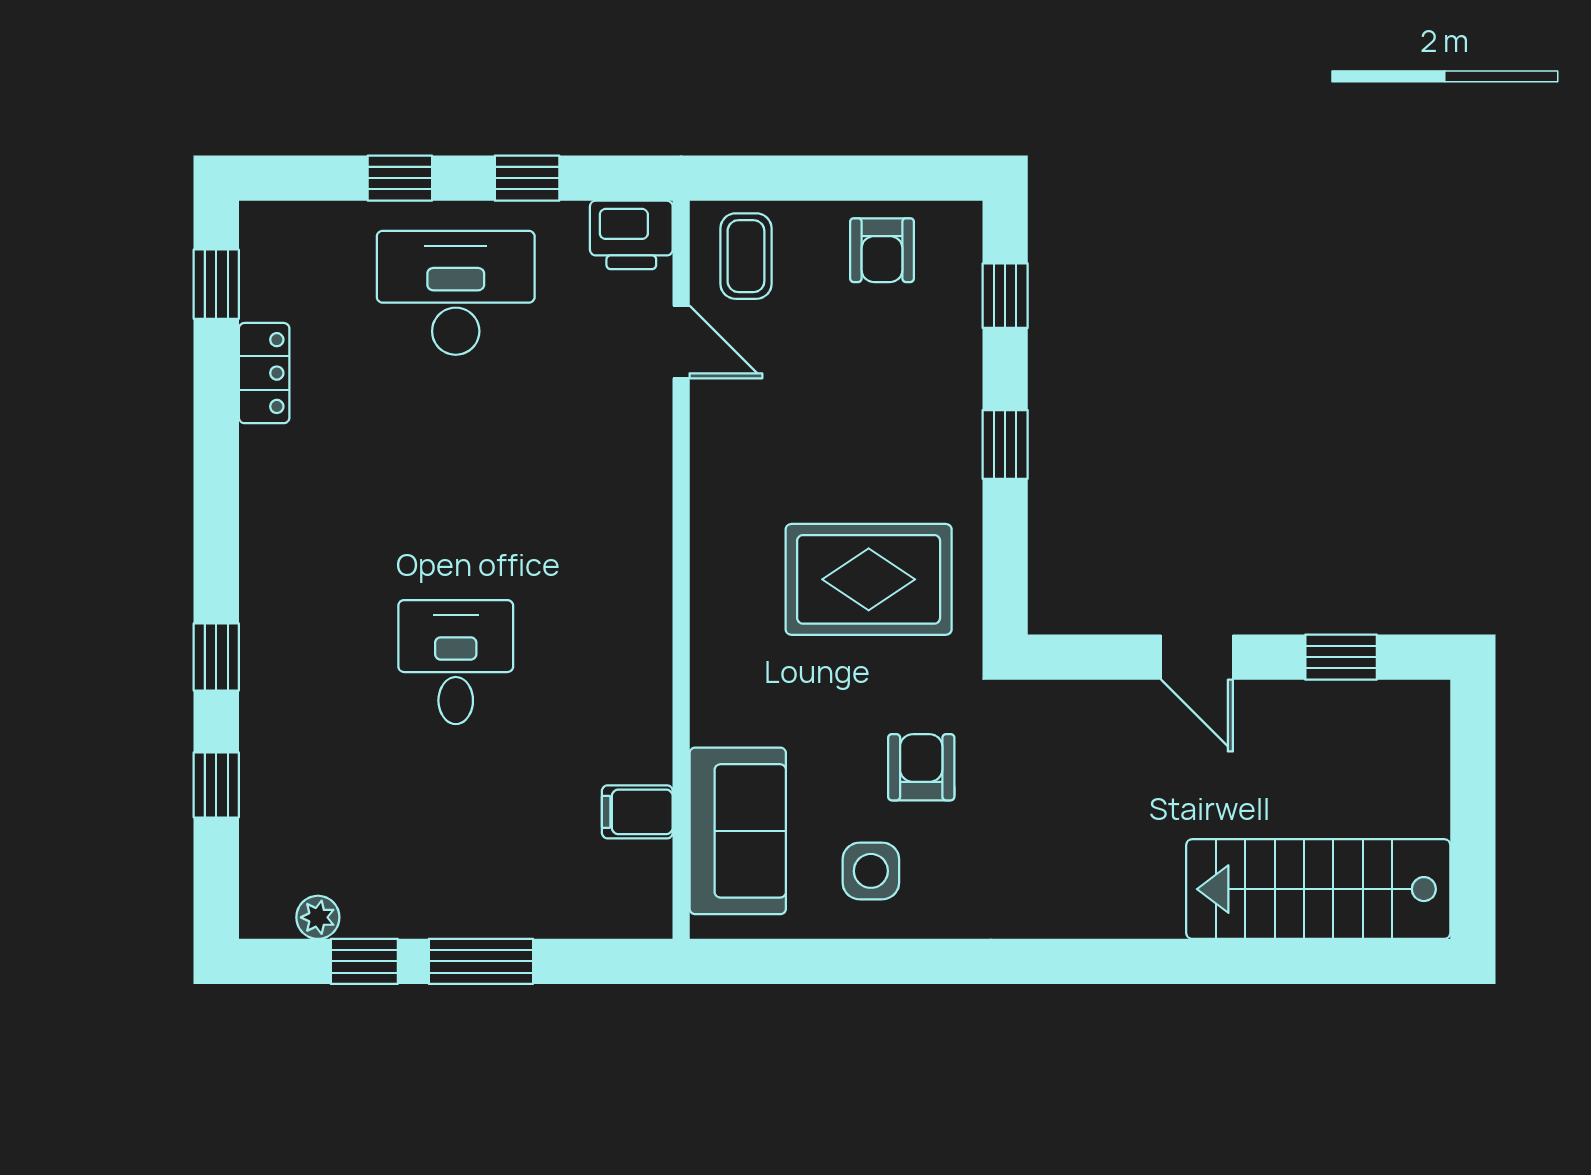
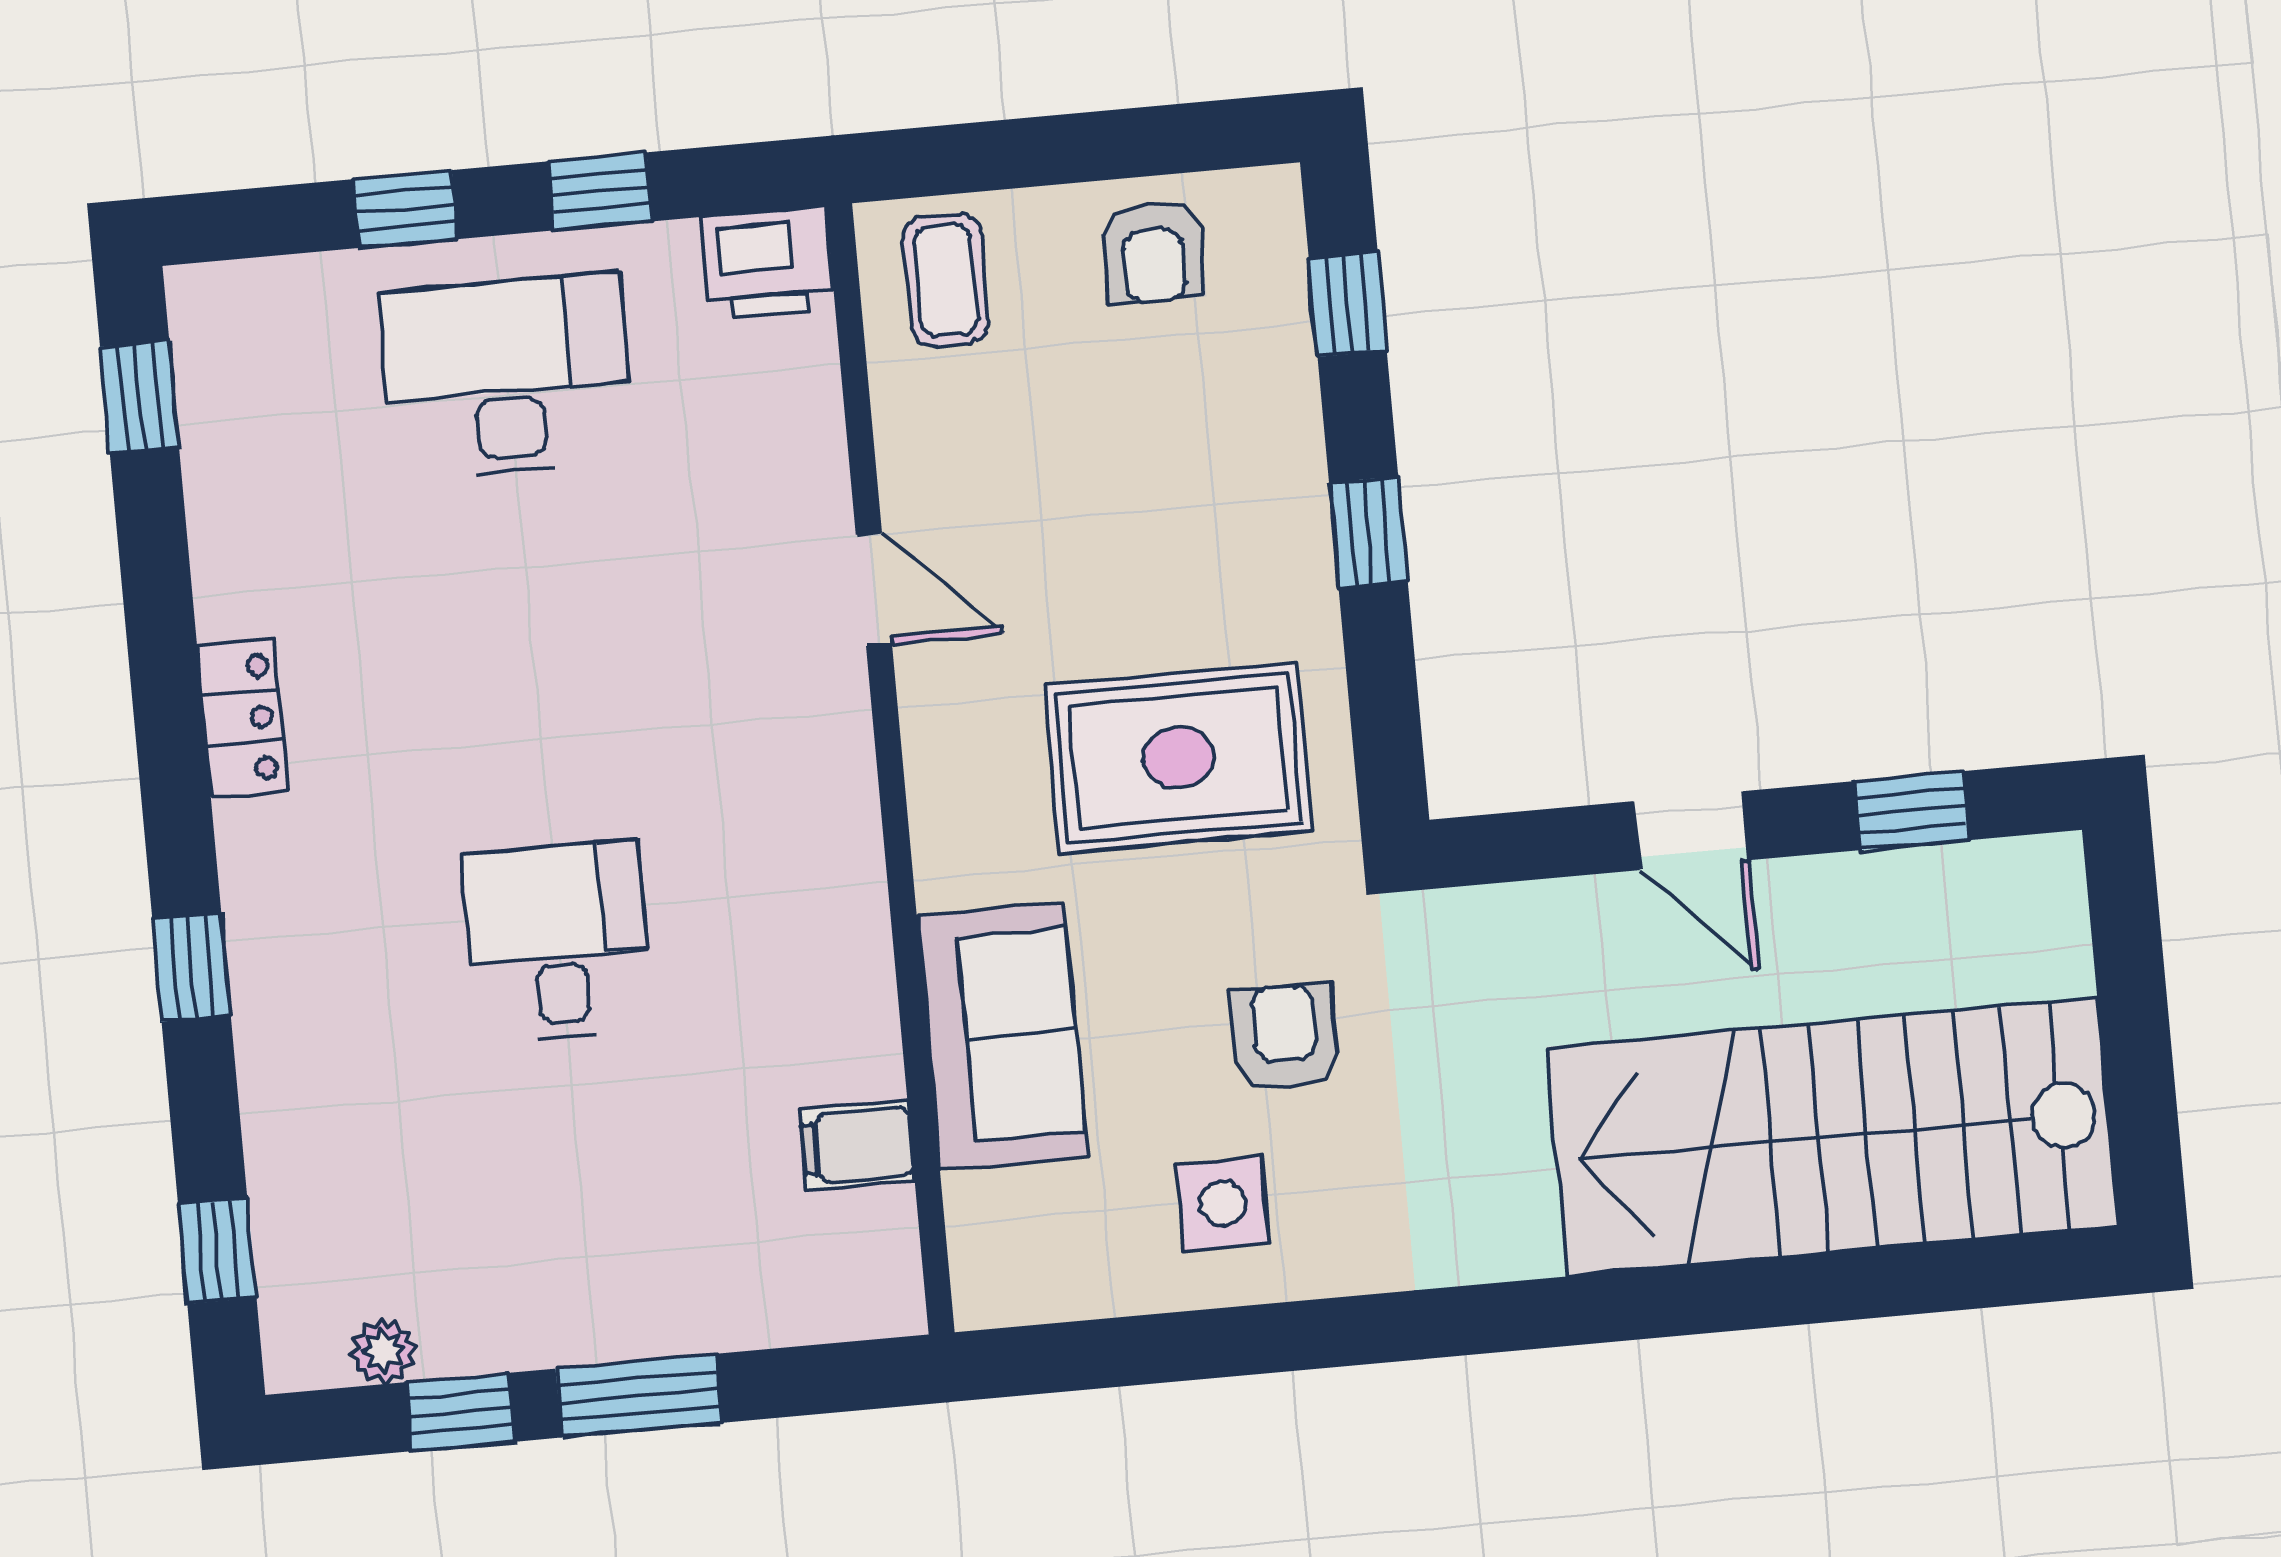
door: (681, 342) -> (874, 589), moved
locker: (264, 373) -> (243, 719), moved
window: (216, 785) -> (217, 1251), moved
sofa: (738, 831) -> (1002, 1036), moved
stairs: (1318, 889) -> (1832, 1137), width x1.36, depth x1.51

